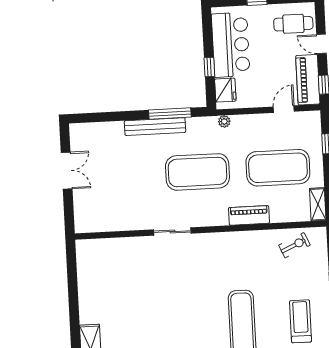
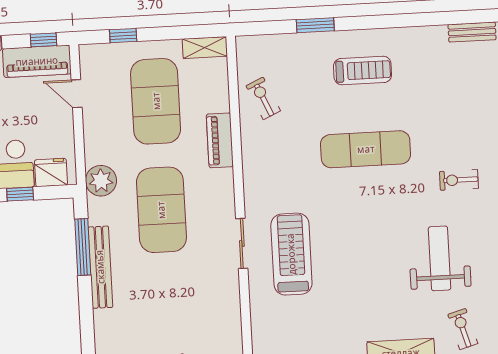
plant: (224, 121) -> (101, 181), width x1.88, depth x1.88
exercise bike: (294, 245) -> (263, 98), moved
treadmill: (164, 268) -> (291, 254), added
treadmill: (301, 321) -> (363, 71), turned 180

